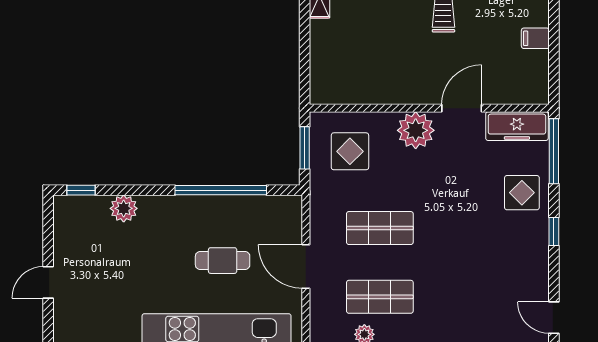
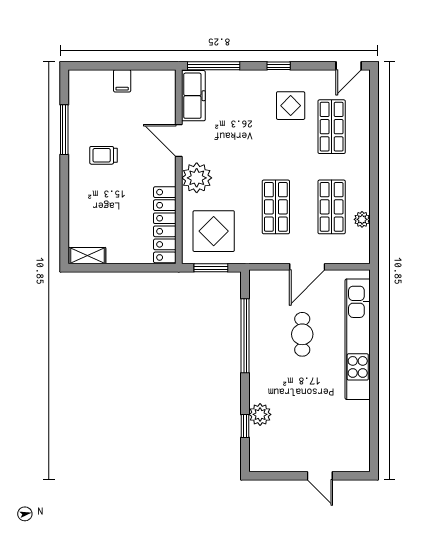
locker: (358, 91) -> (165, 225), added
display table: (350, 151) -> (214, 231), width x1.36, depth x1.36
window: (81, 190) -> (245, 426), moved
display table: (522, 193) -> (291, 106), moved
shop shelf: (479, 297) -> (332, 127), added

